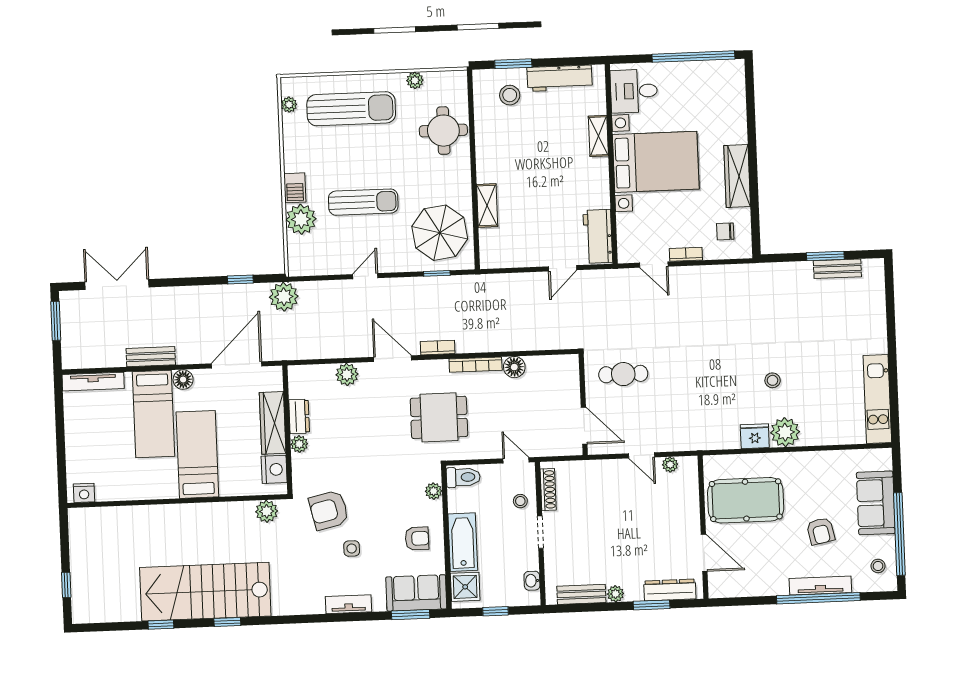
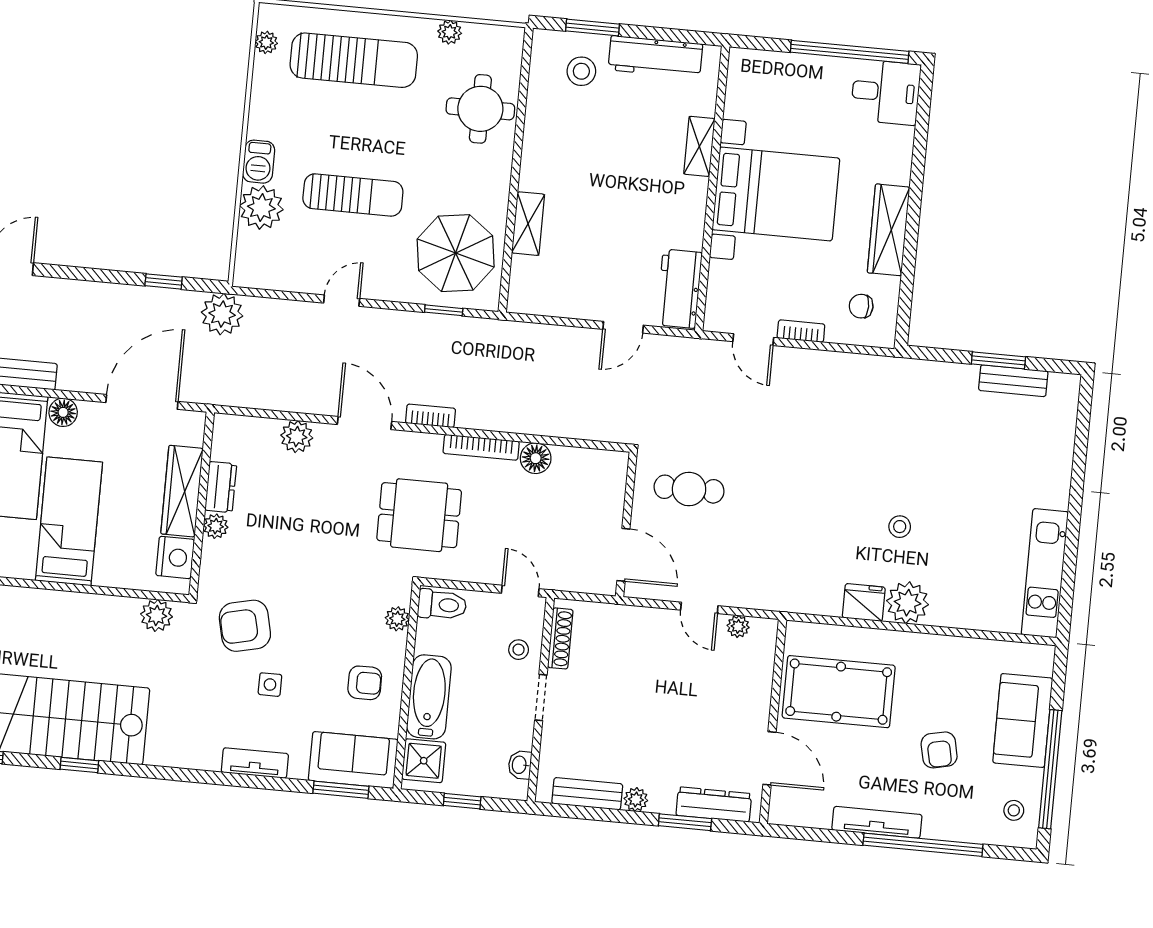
desk: (634, 91) -> (886, 92), moved, turned 180
tv unit: (820, 586) -> (877, 822), moved

